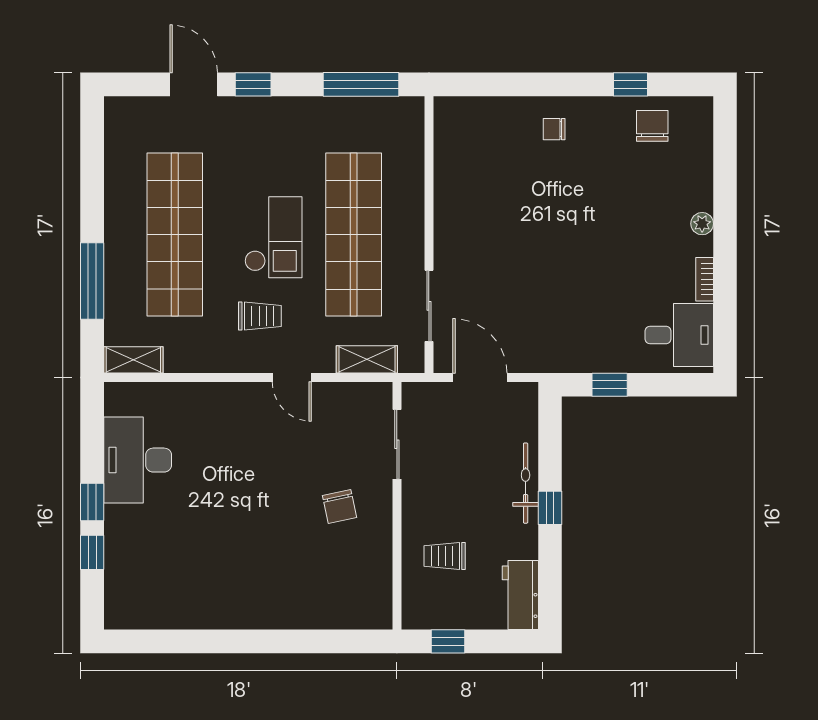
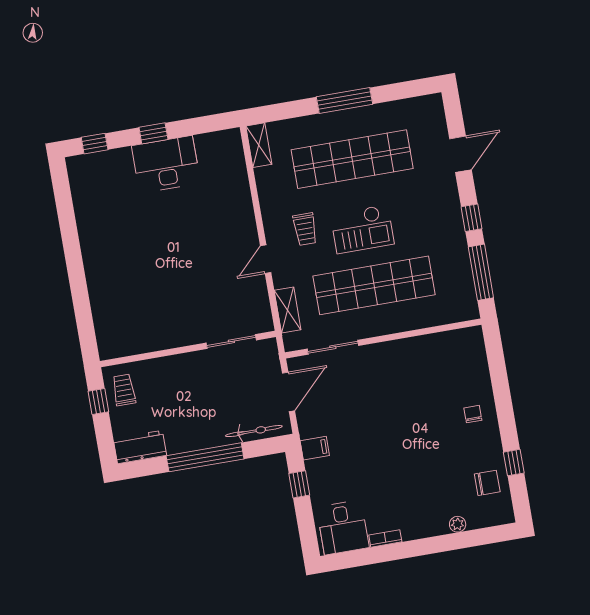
window: (253, 84) -> (471, 218), moved
plant: (702, 224) -> (458, 524), moved
window: (92, 281) -> (344, 100), moved
filing cabinet: (563, 355) -> (315, 448), added
desk: (138, 460) -> (166, 164), moved
bicycle: (526, 483) -> (254, 431), moved
chair: (339, 506) -> (180, 309), removed
window: (550, 508) -> (205, 457), width x3.17
window: (92, 552) -> (95, 144), moved
trolley: (445, 556) -> (124, 390), moved

